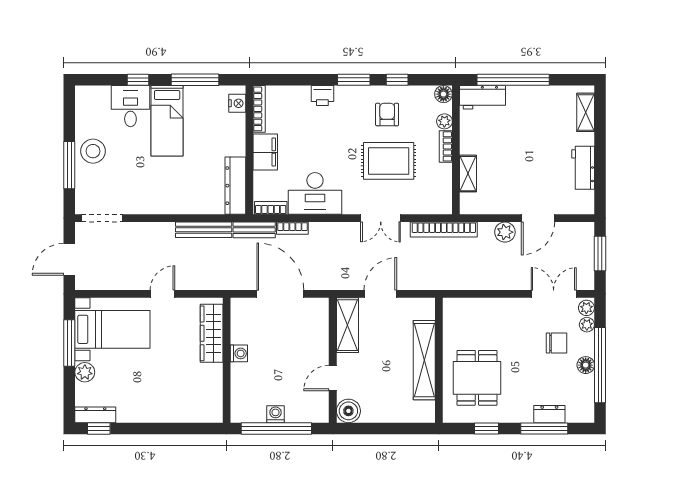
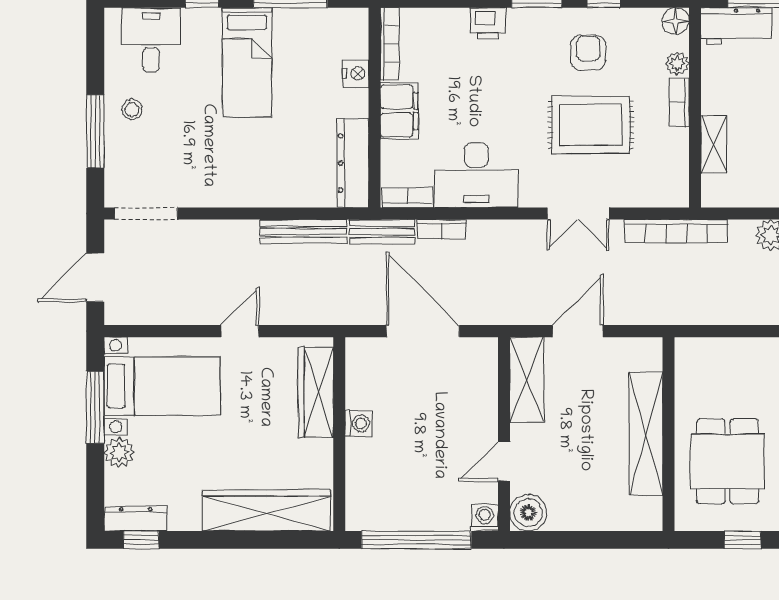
nightstand: (237, 103) -> (356, 73), moved
desk: (130, 106) -> (151, 40), moved
stool: (93, 151) -> (132, 110), width x0.53, depth x0.53
wardrobe: (180, 409) -> (266, 510), added
washing machine: (275, 414) -> (485, 518), moved

